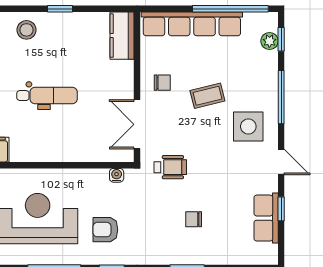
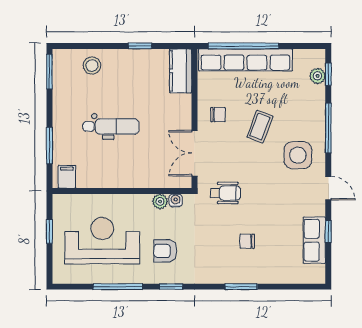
window: (60, 9) -> (140, 46), moved
window: (230, 9) -> (244, 46), moved
coffee table: (207, 96) -> (260, 127), turned -55
plant: (100, 176) -> (160, 201), added

